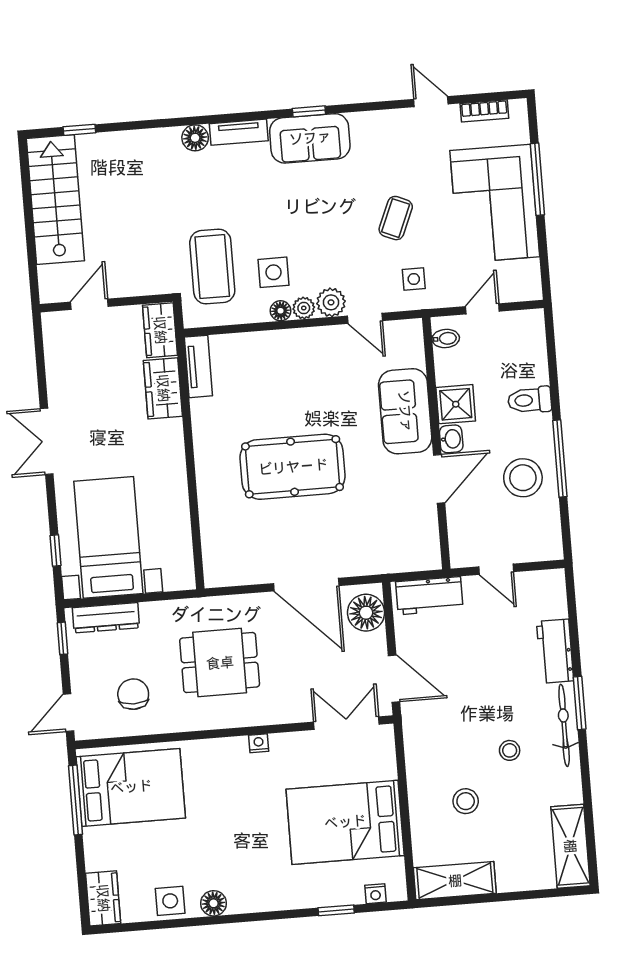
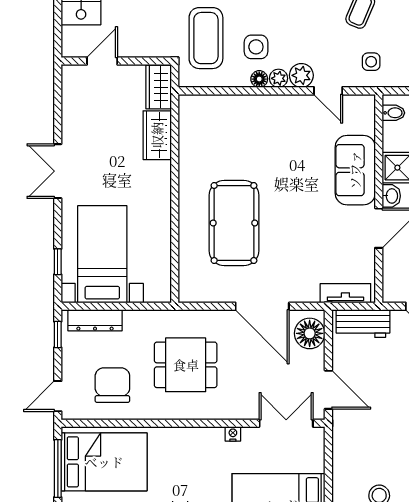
tv unit: (198, 366) -> (345, 293), moved, turned -90
pool table: (293, 467) -> (234, 223), moved, turned 90
chair: (133, 694) -> (112, 385), width x1.37, depth x1.37
nightstand: (259, 743) -> (233, 434), moved

